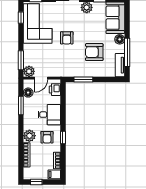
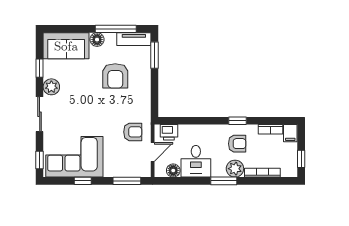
window: (21, 18) -> (83, 181), moved
armchair: (67, 38) -> (133, 132), moved
plant: (29, 71) -> (143, 169), removed
door: (41, 78) -> (153, 152), hinge flipped
window: (83, 80) -> (154, 55), moved
window: (21, 106) -> (224, 181), moved
desk: (49, 115) -> (196, 161), moved, turned 180

